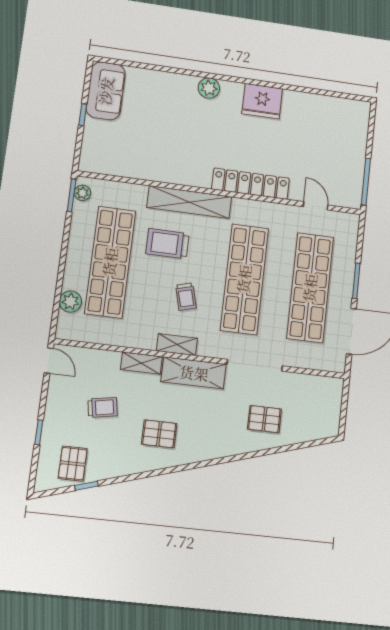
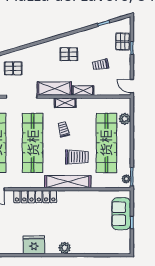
sofa: (106, 91) -> (121, 214), moved
pallet: (73, 464) -> (123, 42), moved

